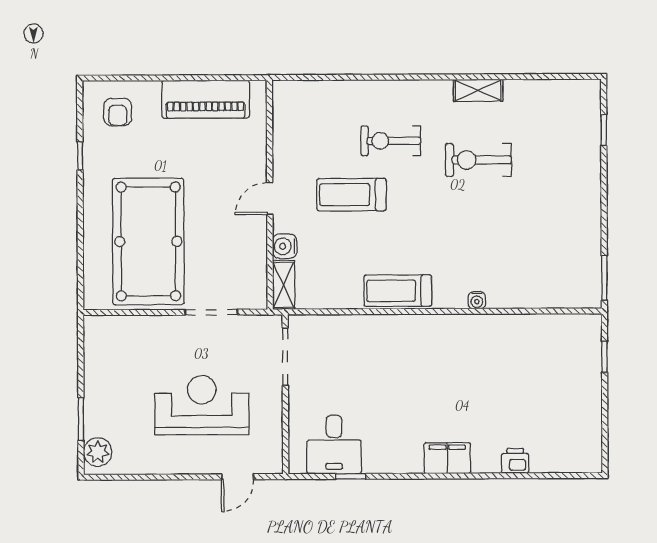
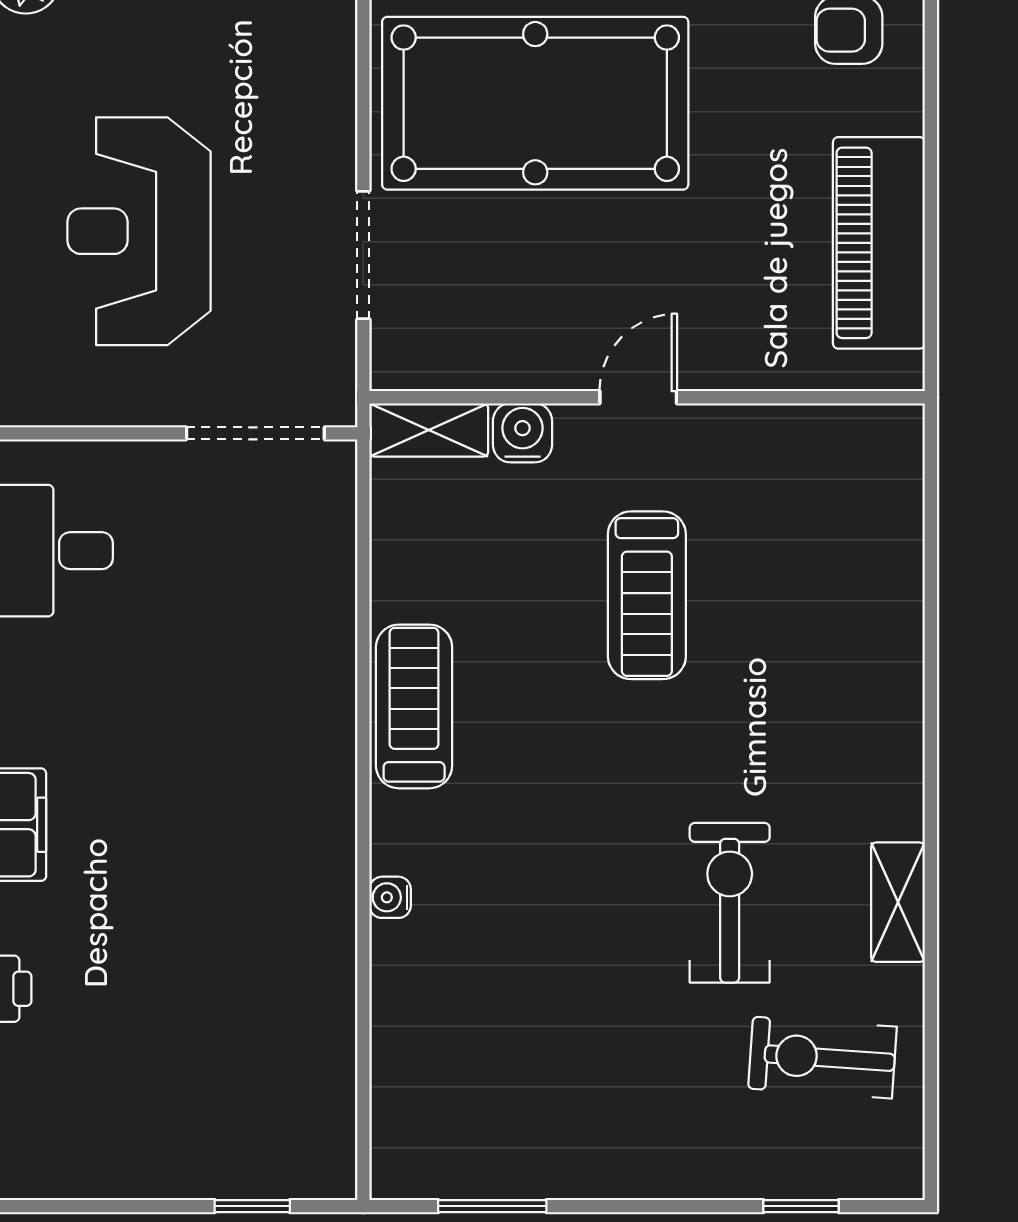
exercise bike: (391, 141) -> (822, 1058), moved, turned -86
treadmill: (352, 195) -> (647, 595), turned 180
door: (270, 198) -> (638, 397), hinge flipped
window: (604, 278) -> (492, 1206), moved
reception desk: (202, 405) -> (139, 231), turned 180

